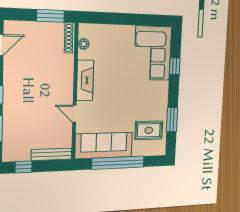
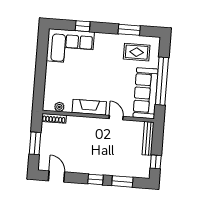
window: (50, 16) -> (35, 143), moved
door: (74, 114) -> (116, 118), swing flipped
rug: (149, 130) -> (137, 52), turned 90

